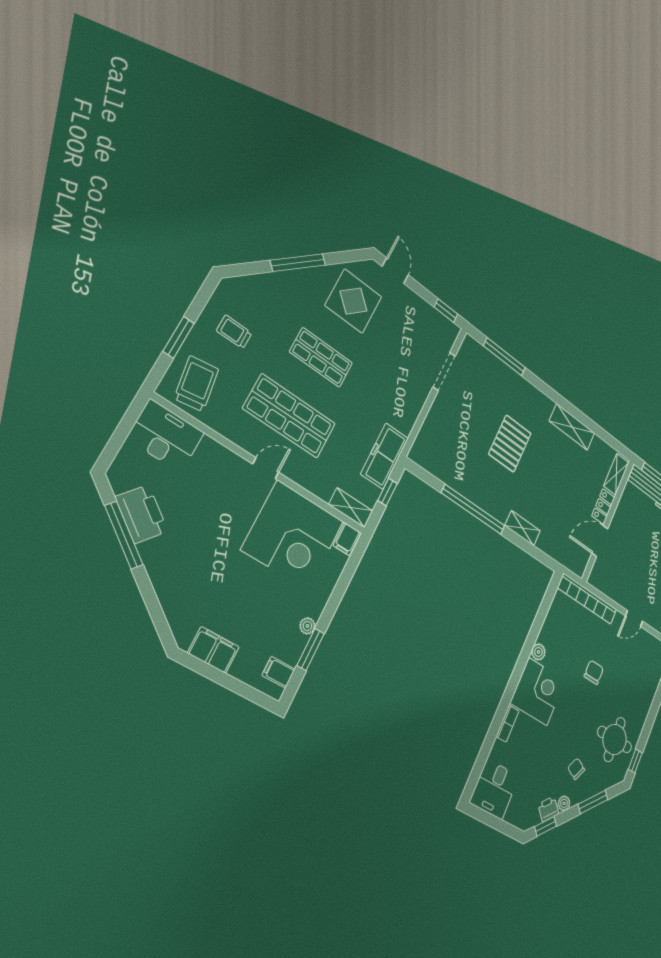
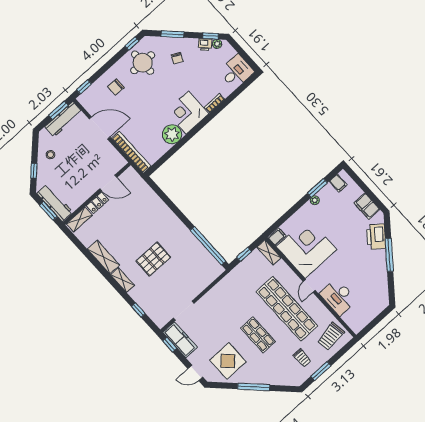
door: (395, 271) -> (195, 373), hinge flipped
window: (179, 337) -> (321, 371), moved
window: (505, 357) -> (138, 310), width x0.46
shop shelf: (290, 416) -> (287, 309), width x1.40
desk: (166, 436) -> (338, 297), moved
freezer: (384, 456) -> (180, 340), moved, turned -90
door: (266, 468) -> (309, 286), hinge flipped
window: (473, 509) -> (208, 246), moved
printer: (142, 514) -> (376, 237), moved
shelving: (523, 528) -> (122, 280), moved
window: (124, 535) -> (389, 255), moved
door: (634, 619) -> (100, 128), width x1.88
plant: (539, 652) -> (172, 134), width x1.87, depth x1.87
chair: (594, 672) -> (116, 87), moved
plant: (564, 803) -> (217, 44), moved

